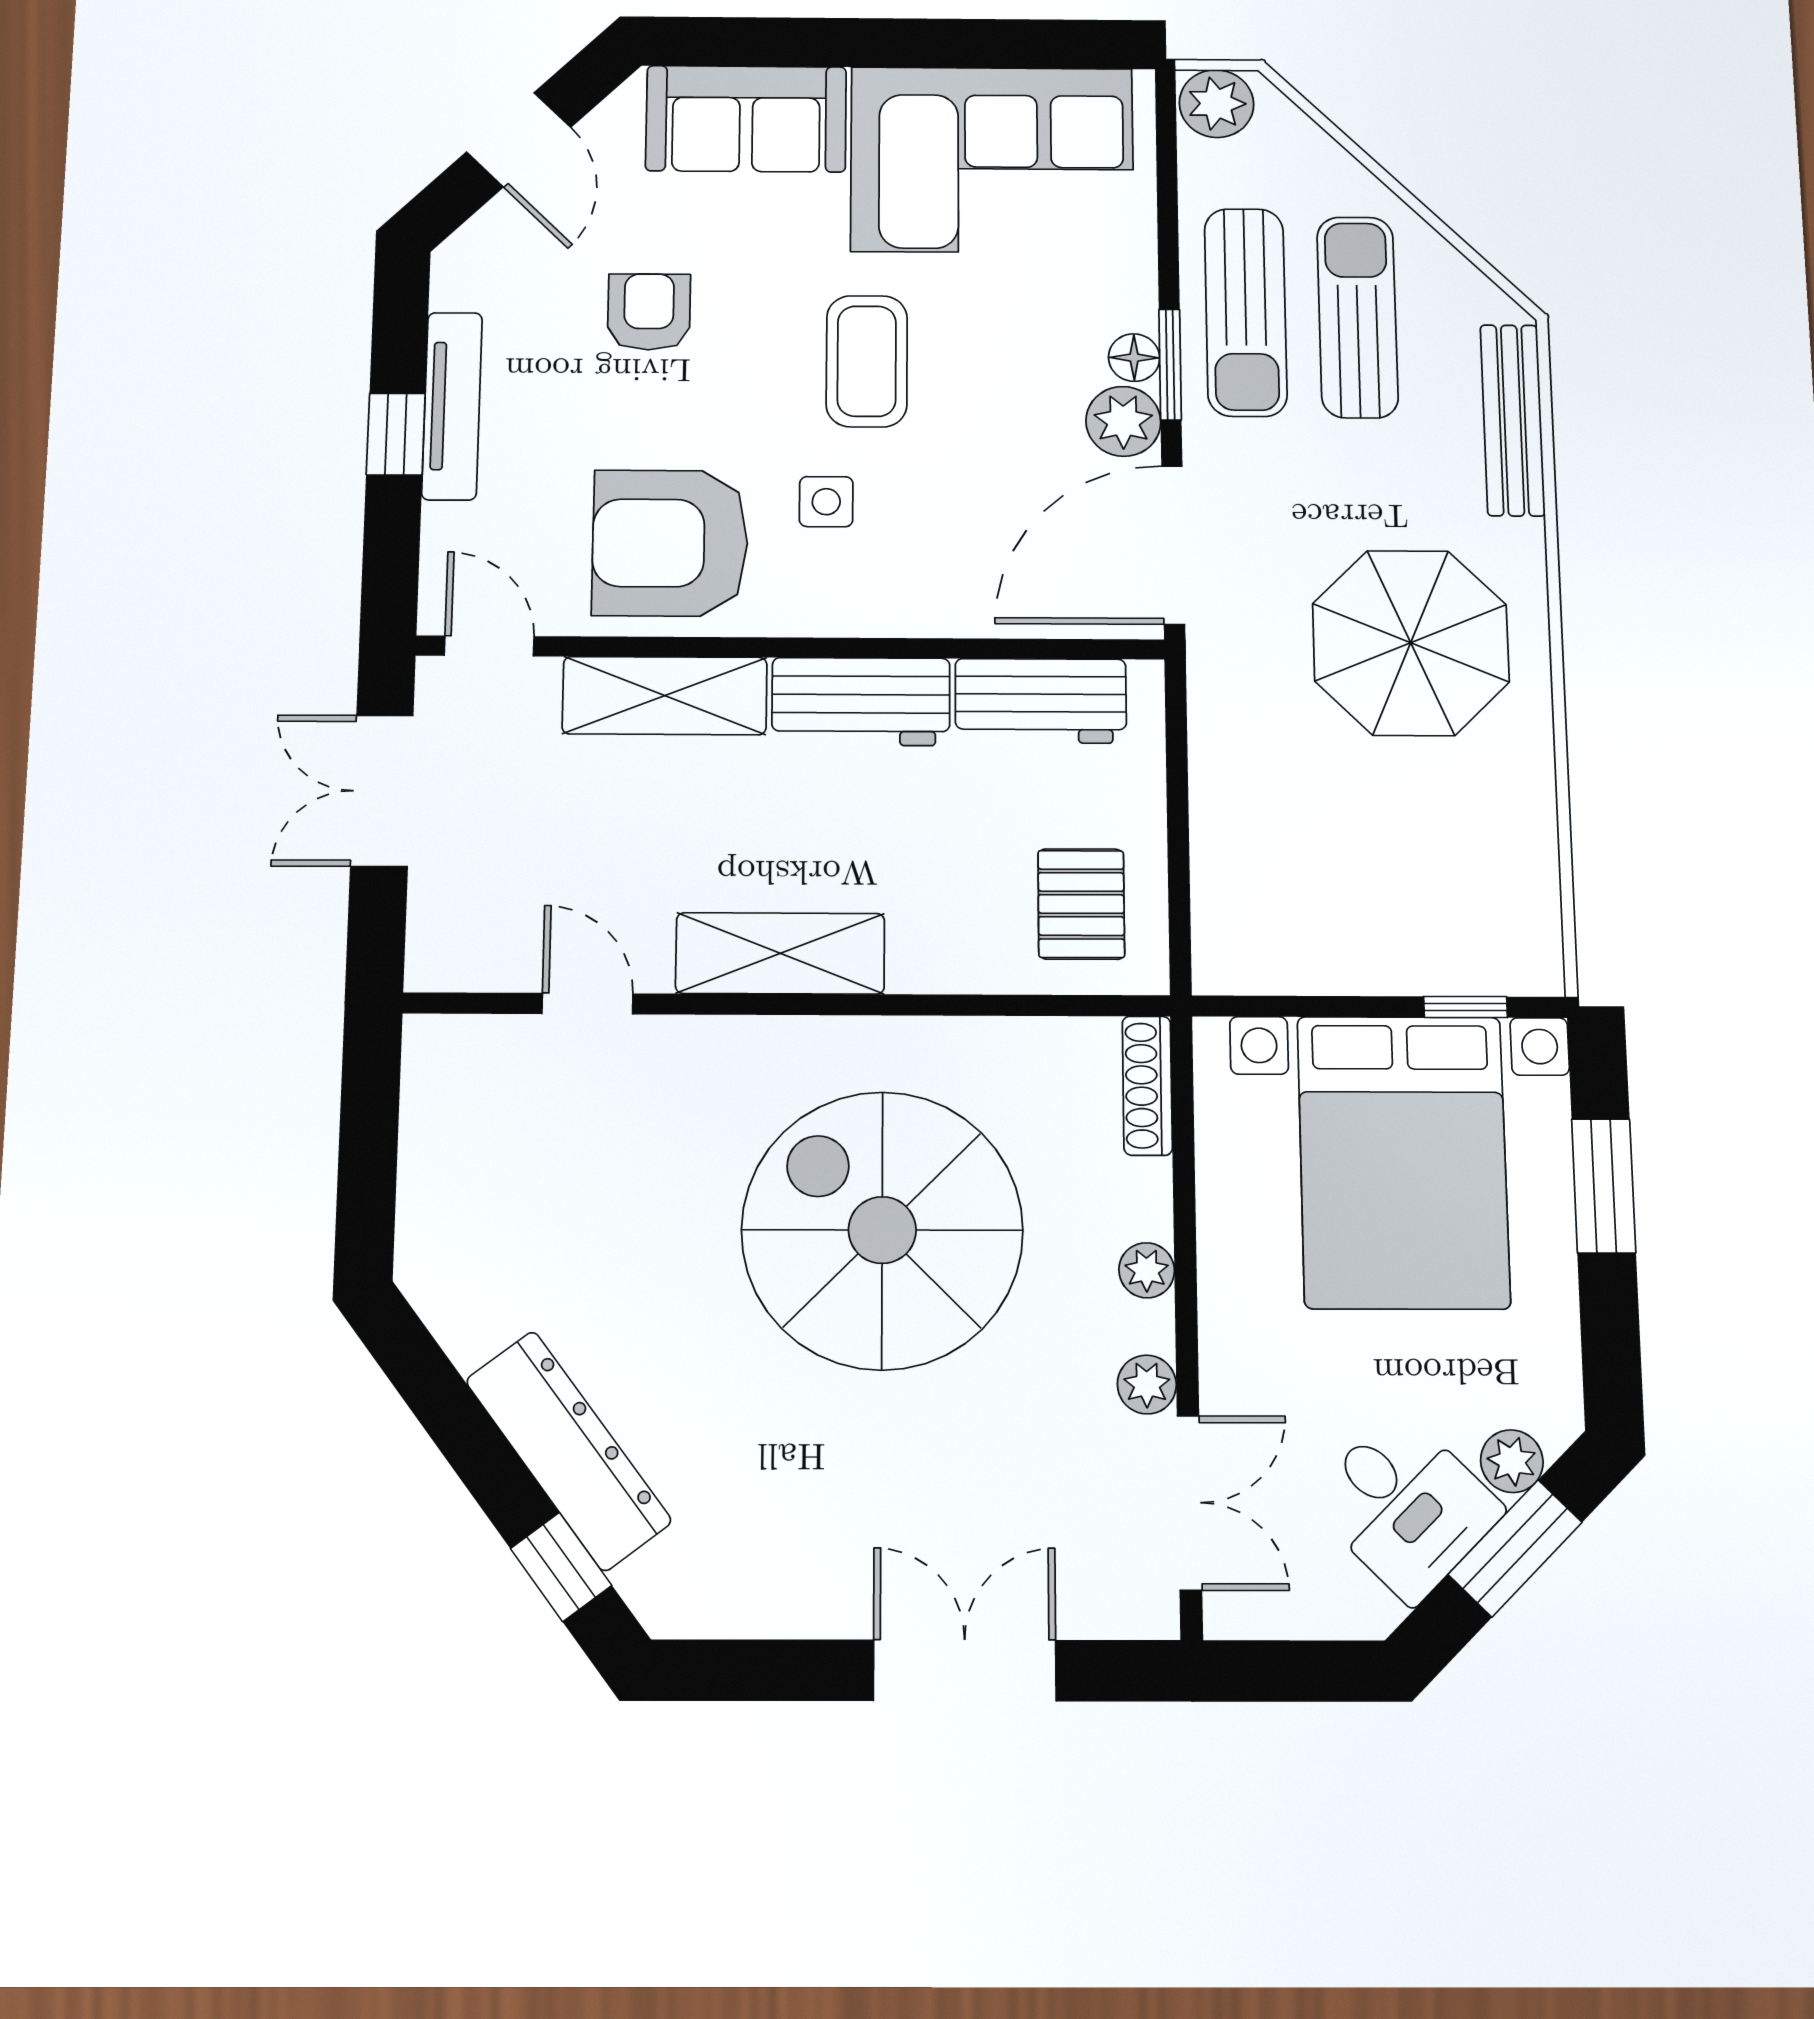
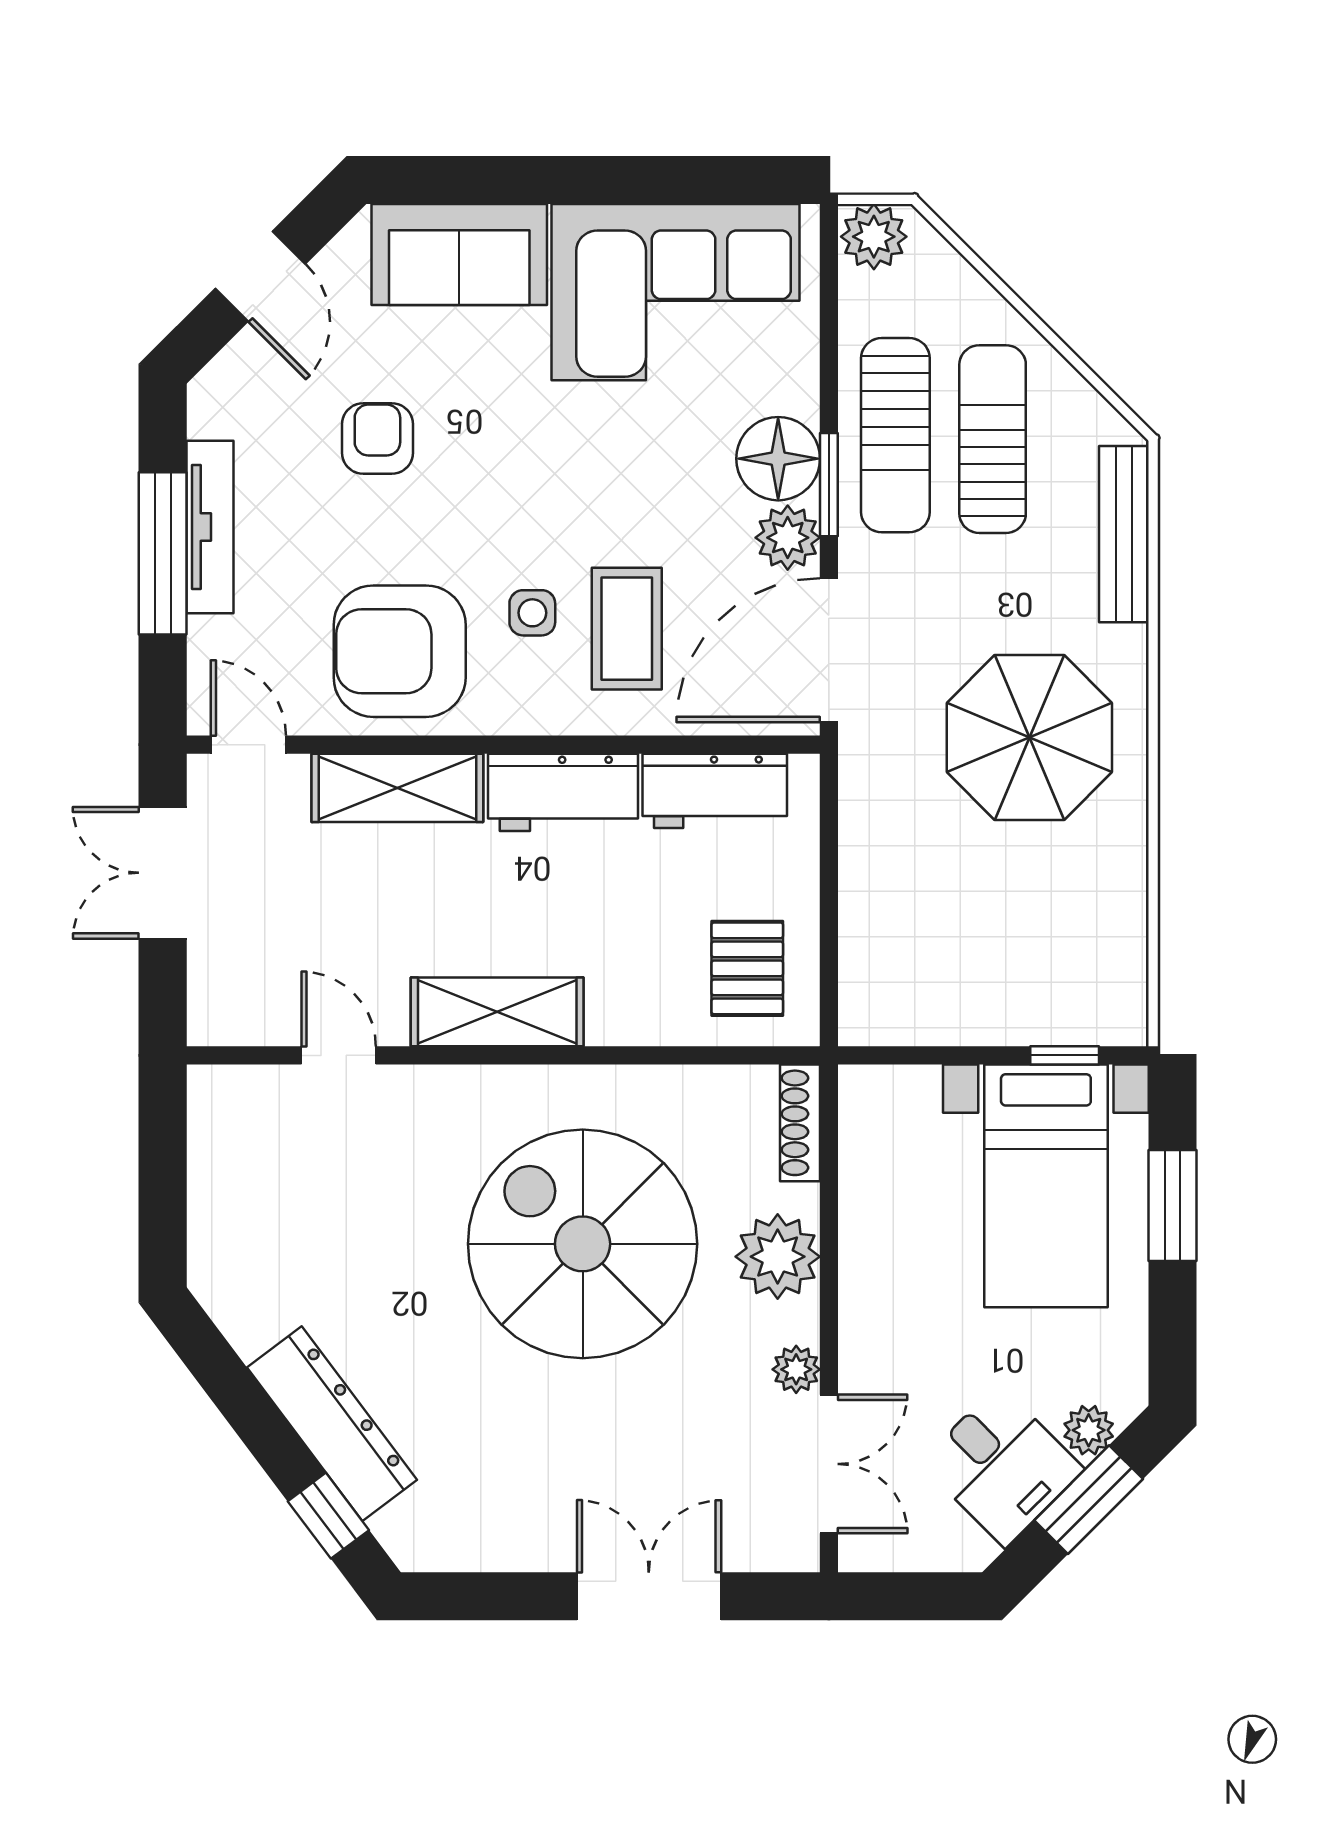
floor lamp: (1134, 358) -> (778, 459), width x1.89, depth x1.89
coffee table: (867, 361) -> (627, 629), moved
window: (396, 434) -> (163, 553), width x2.17
bed with nightstands: (1403, 1162) -> (1046, 1186), width x0.73
plant: (1147, 1270) -> (778, 1257), width x1.88, depth x1.88

